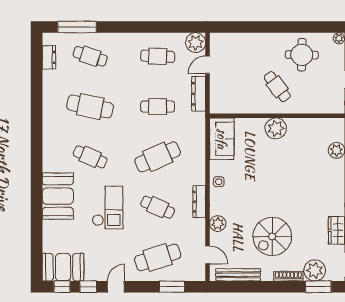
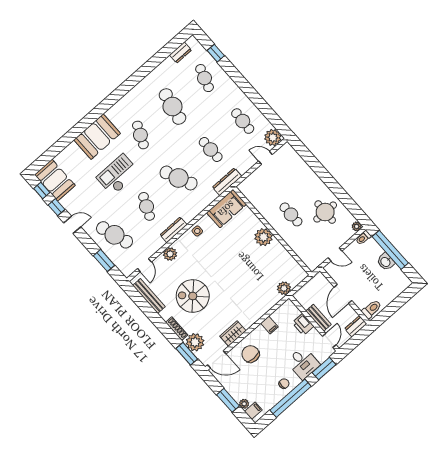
window: (77, 27) -> (216, 53), width x0.46
cafe table: (277, 87) -> (291, 214), turned -53
dresser: (199, 94) -> (227, 182), moved
checkout: (108, 208) -> (118, 175), turned 180

